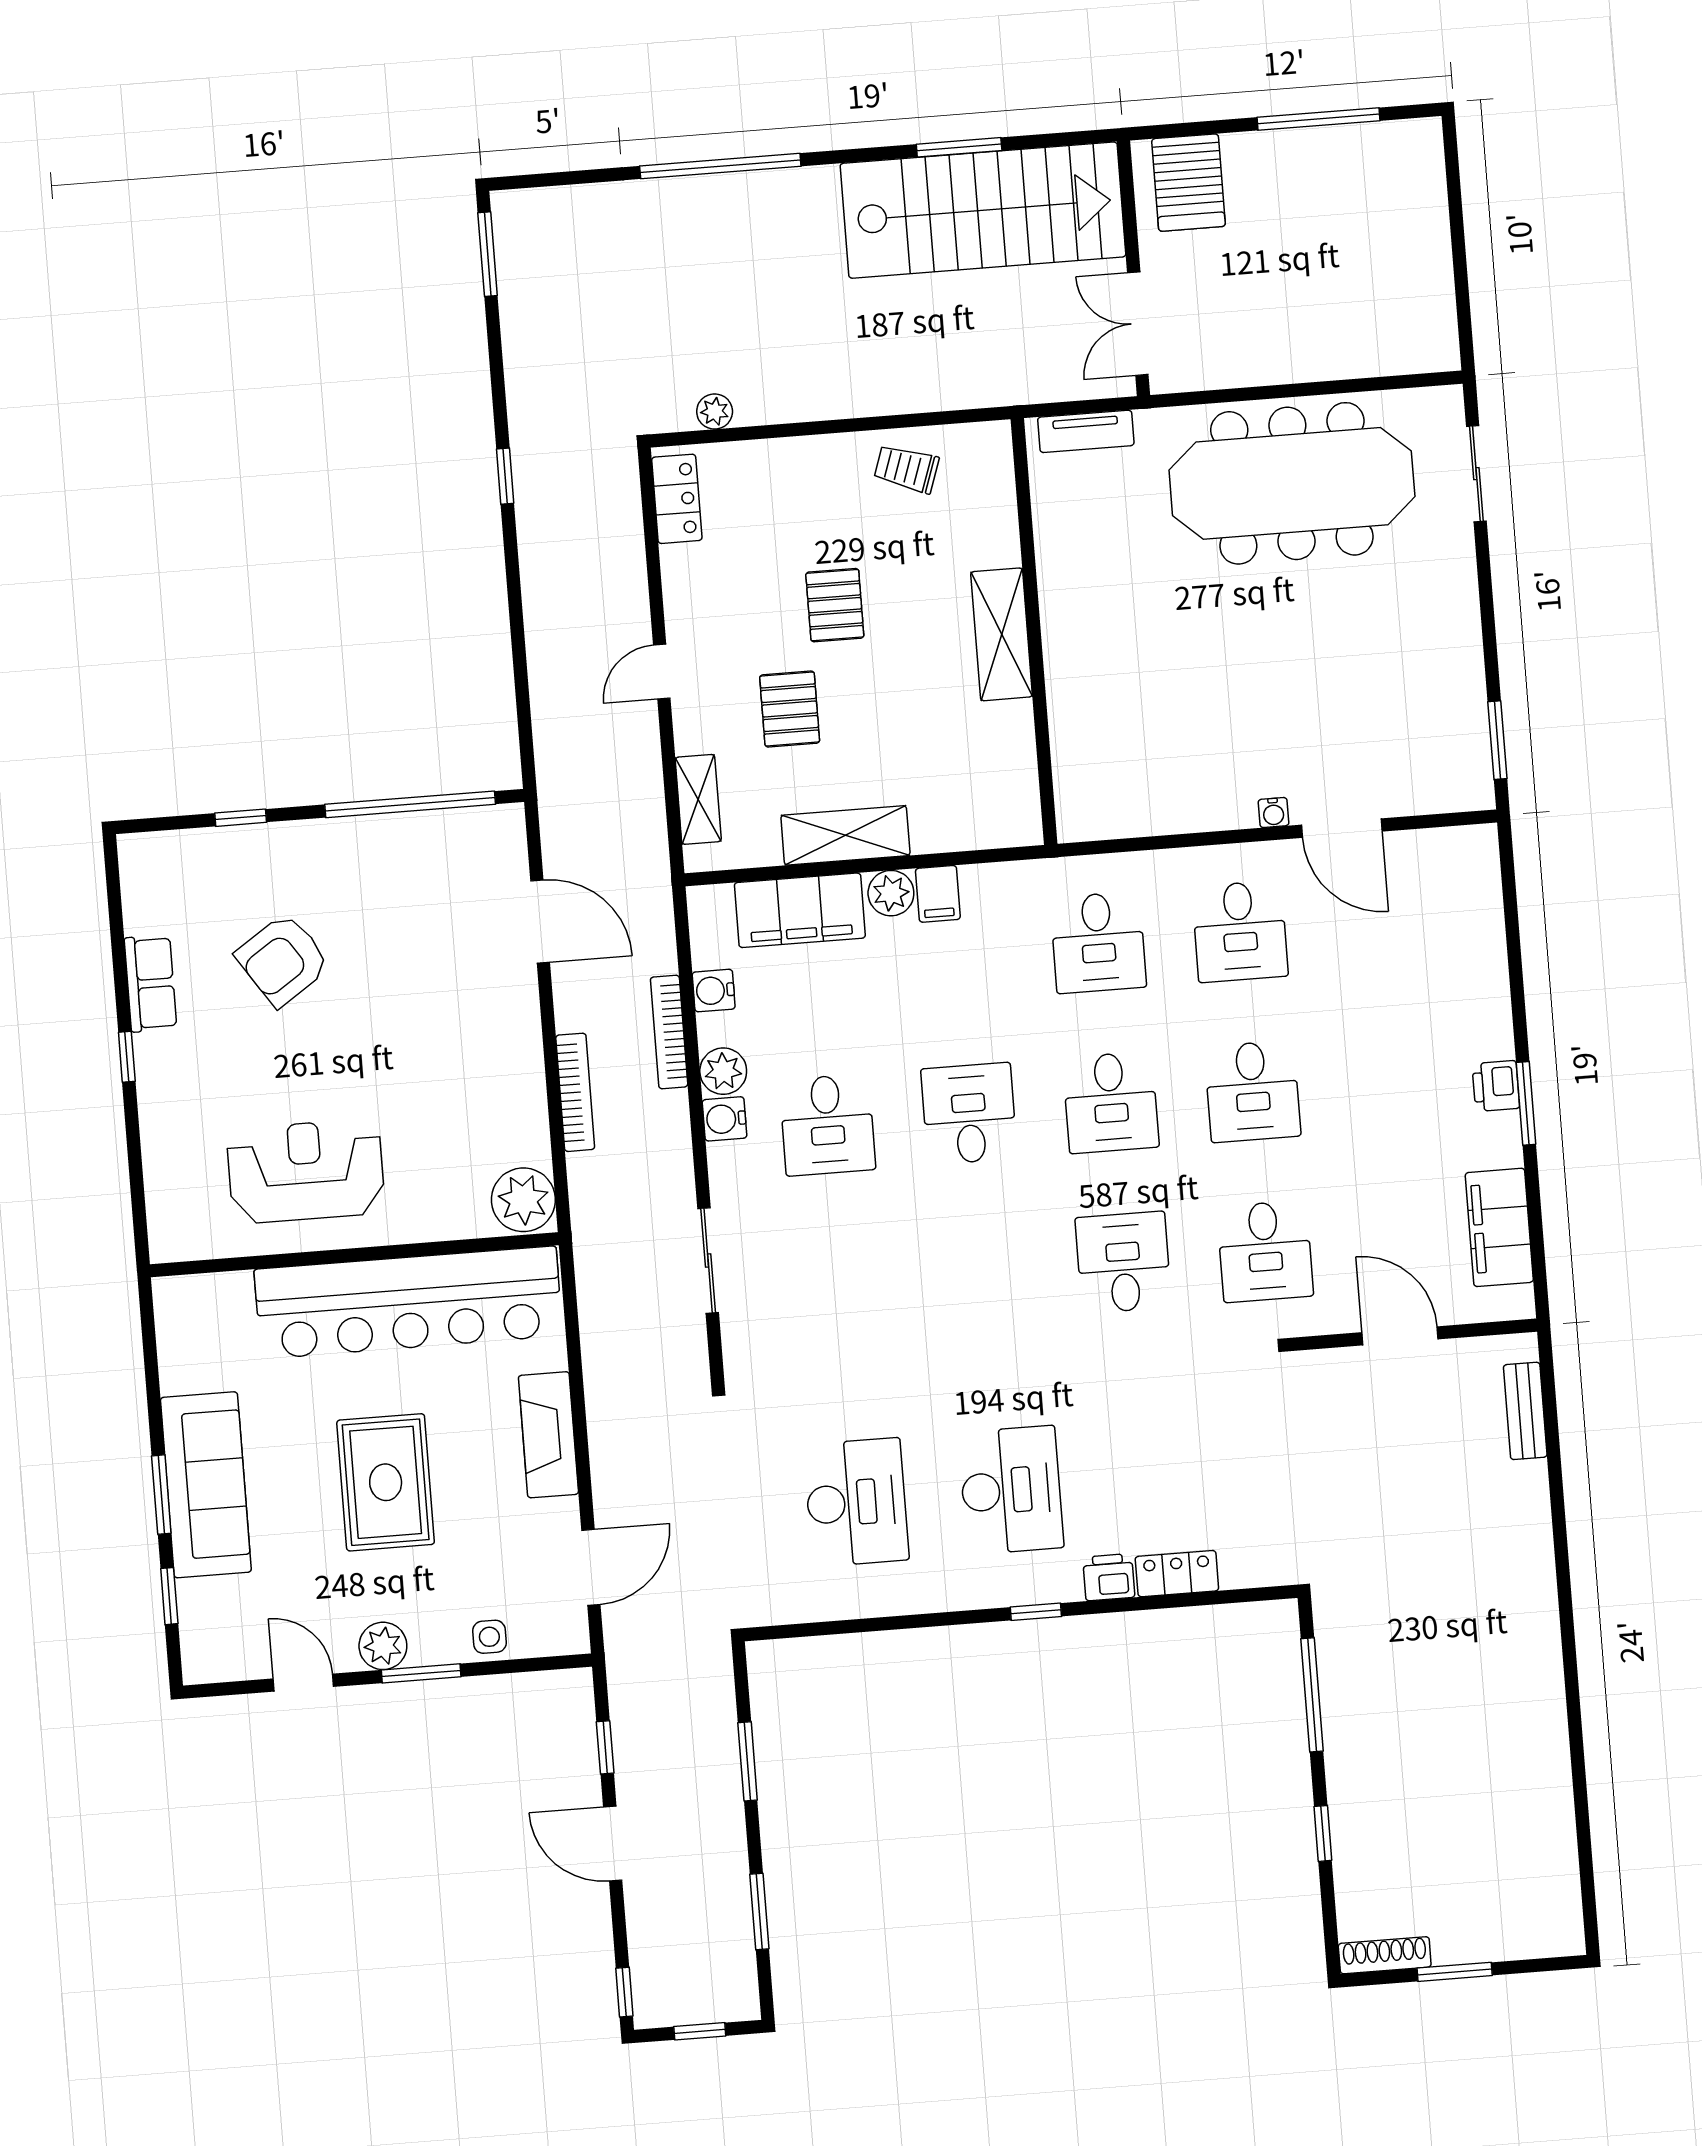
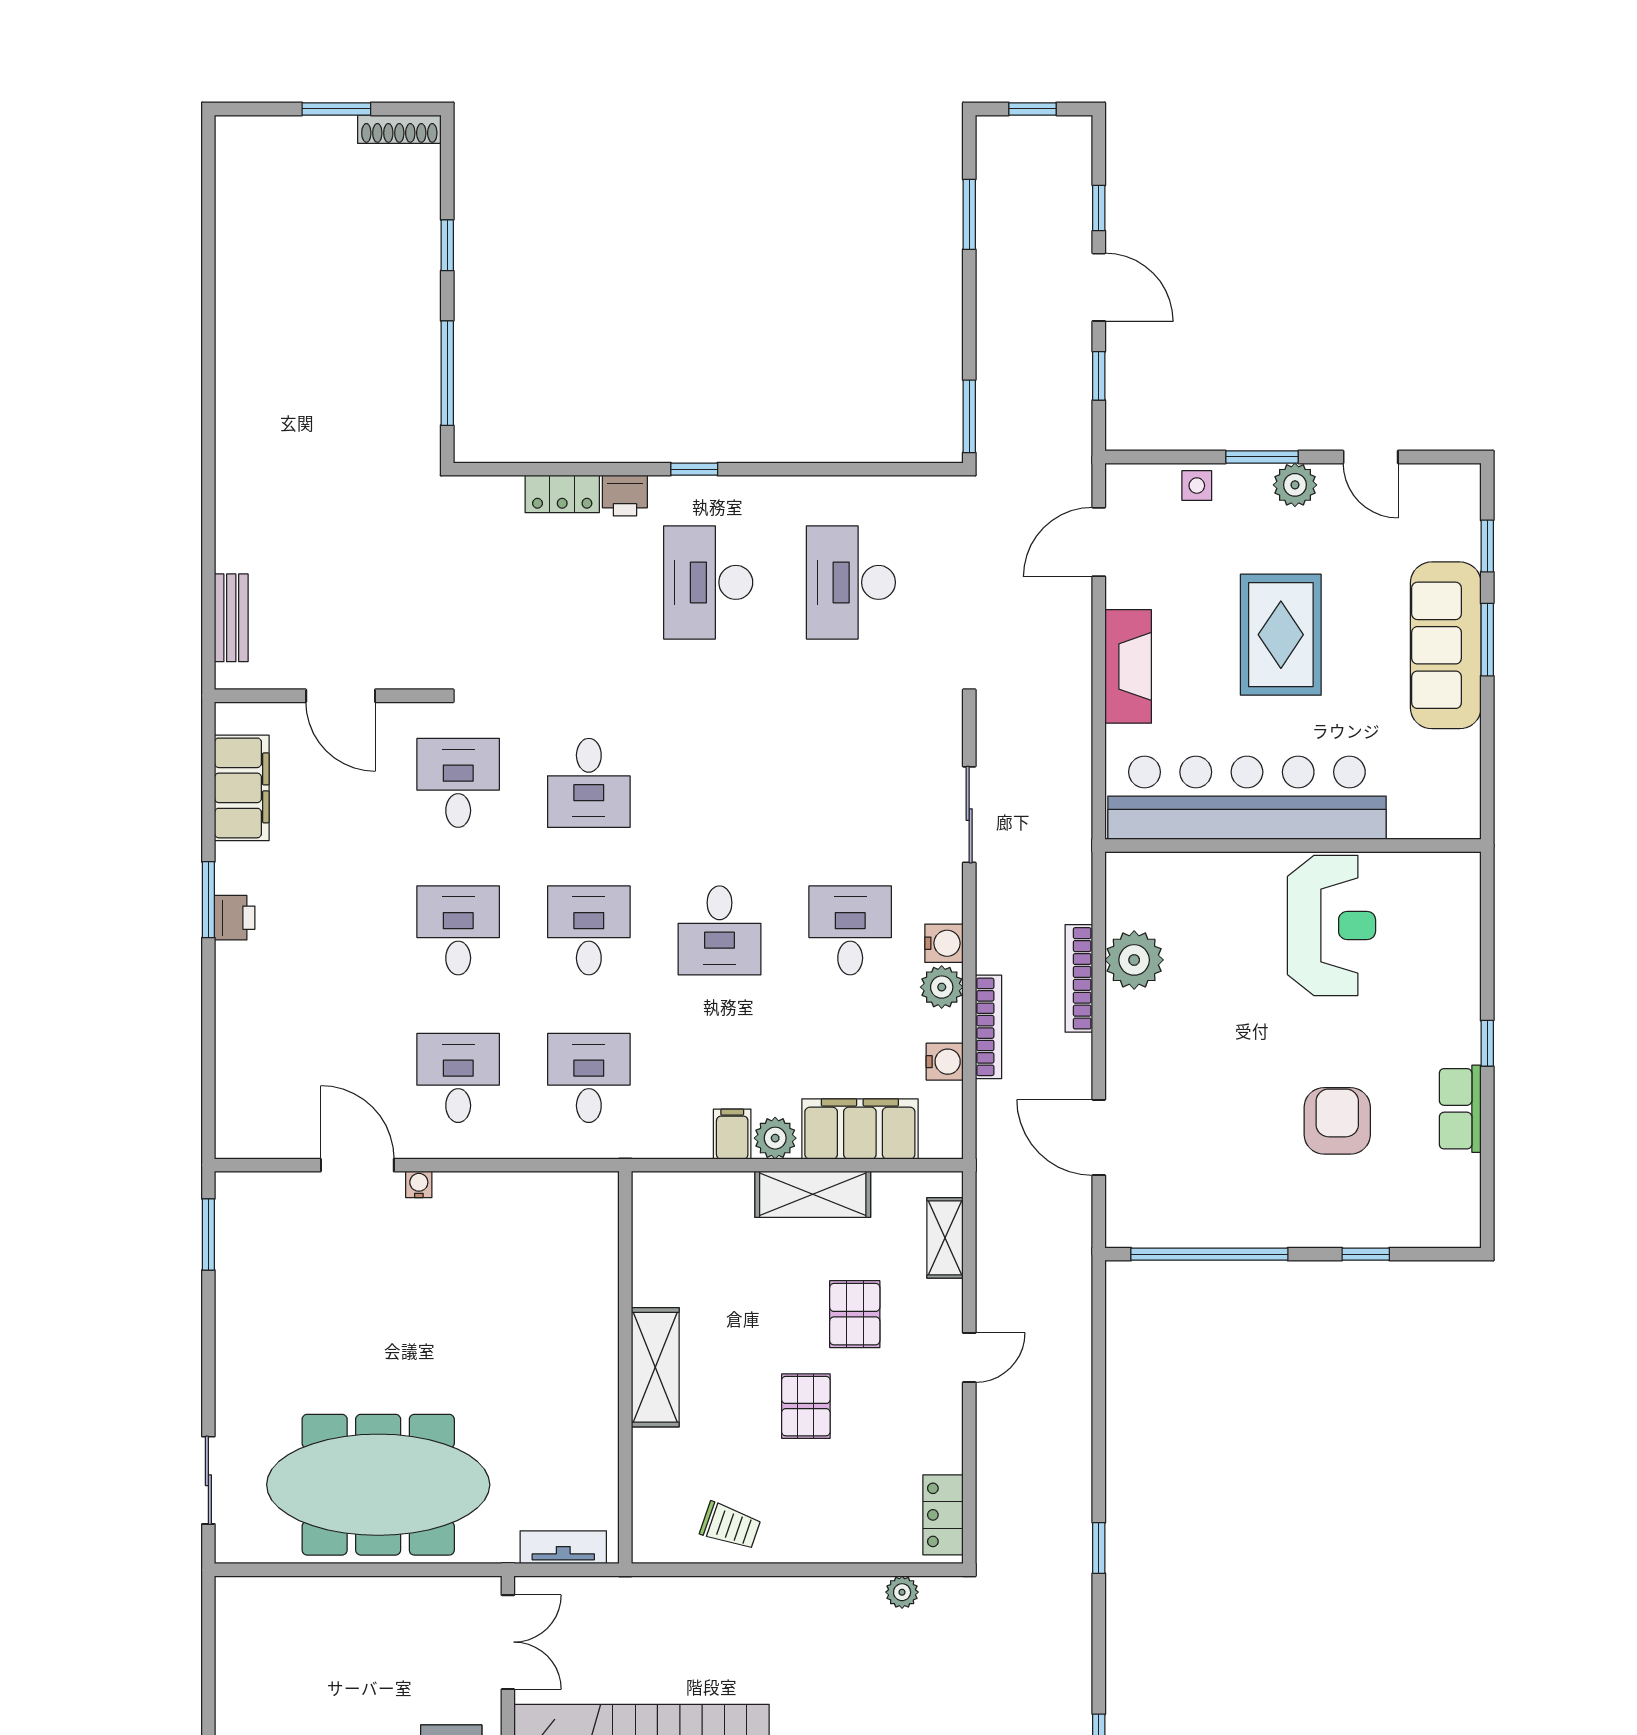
armchair: (283, 960) -> (1337, 1121), turned -56
reception desk: (306, 1171) -> (1331, 926), turned -90
plant: (523, 1200) -> (1134, 960), moved
window: (748, 1761) -> (969, 416), moved
window: (624, 1992) -> (1099, 208), moved

